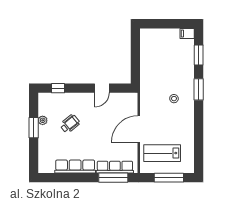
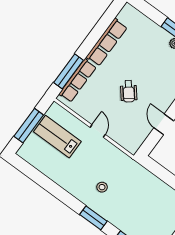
wheelchair: (70, 124) -> (129, 91), moved
door: (139, 129) -> (98, 131), width x0.53
lab bench: (162, 153) -> (57, 137), turned -90

